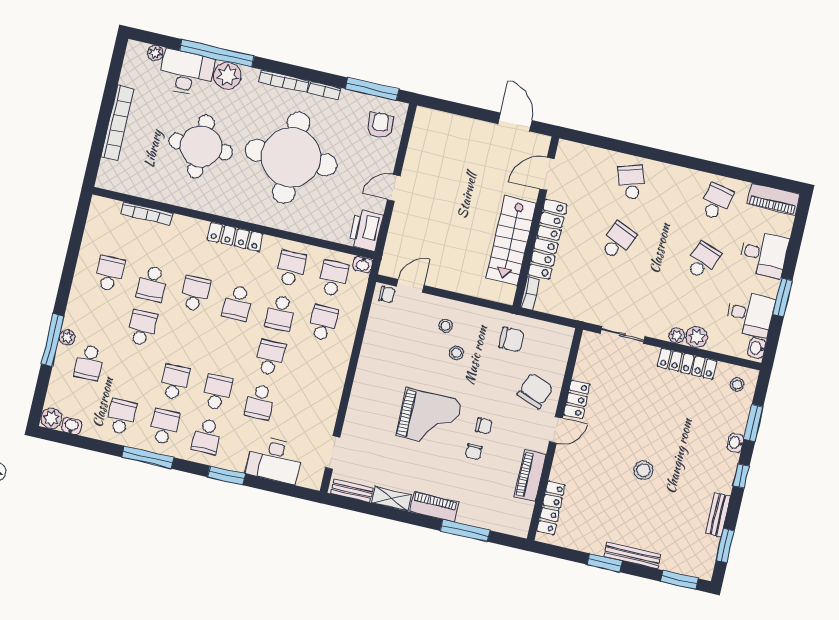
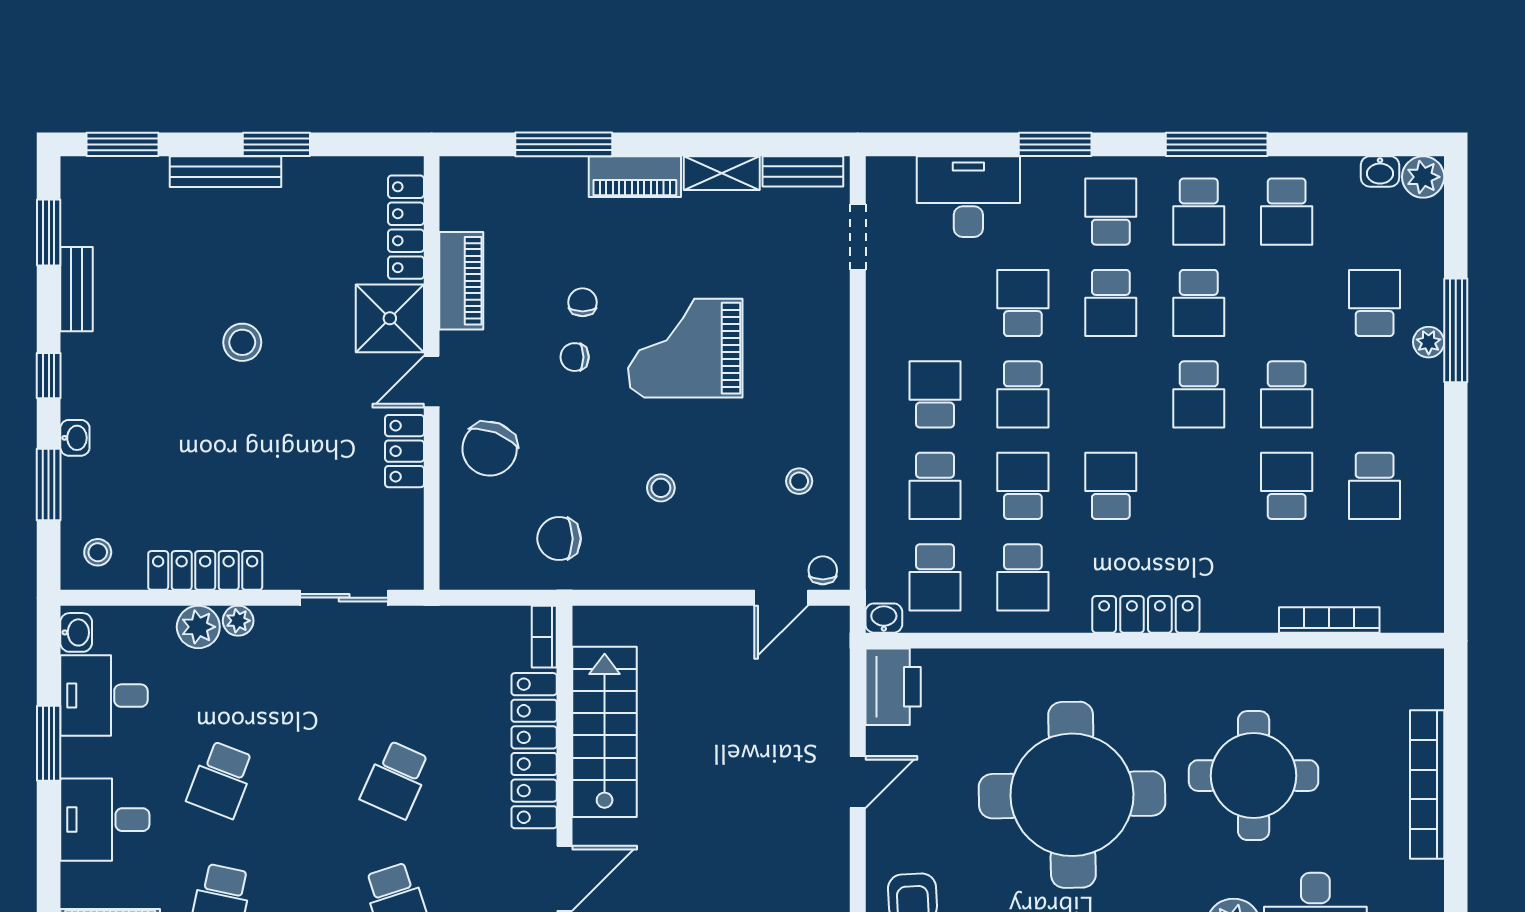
school desk: (195, 293) -> (1199, 394), moved
chair: (387, 295) -> (823, 570), turned 90
stool: (446, 326) -> (799, 481), moved
school desk: (313, 367) -> (935, 394), added
shower: (569, 465) -> (390, 318), added

